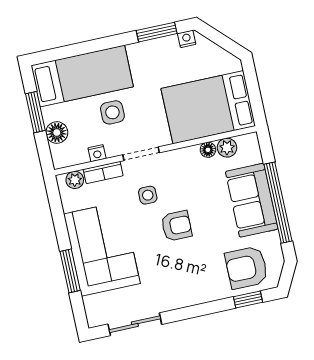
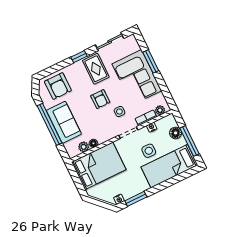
window: (35, 112) -> (190, 141), width x1.44
armchair: (177, 226) -> (100, 99), turned -90
armchair: (246, 268) -> (58, 86), turned 90
rug: (171, 282) -> (96, 69), added
window: (248, 299) -> (79, 57), moved

